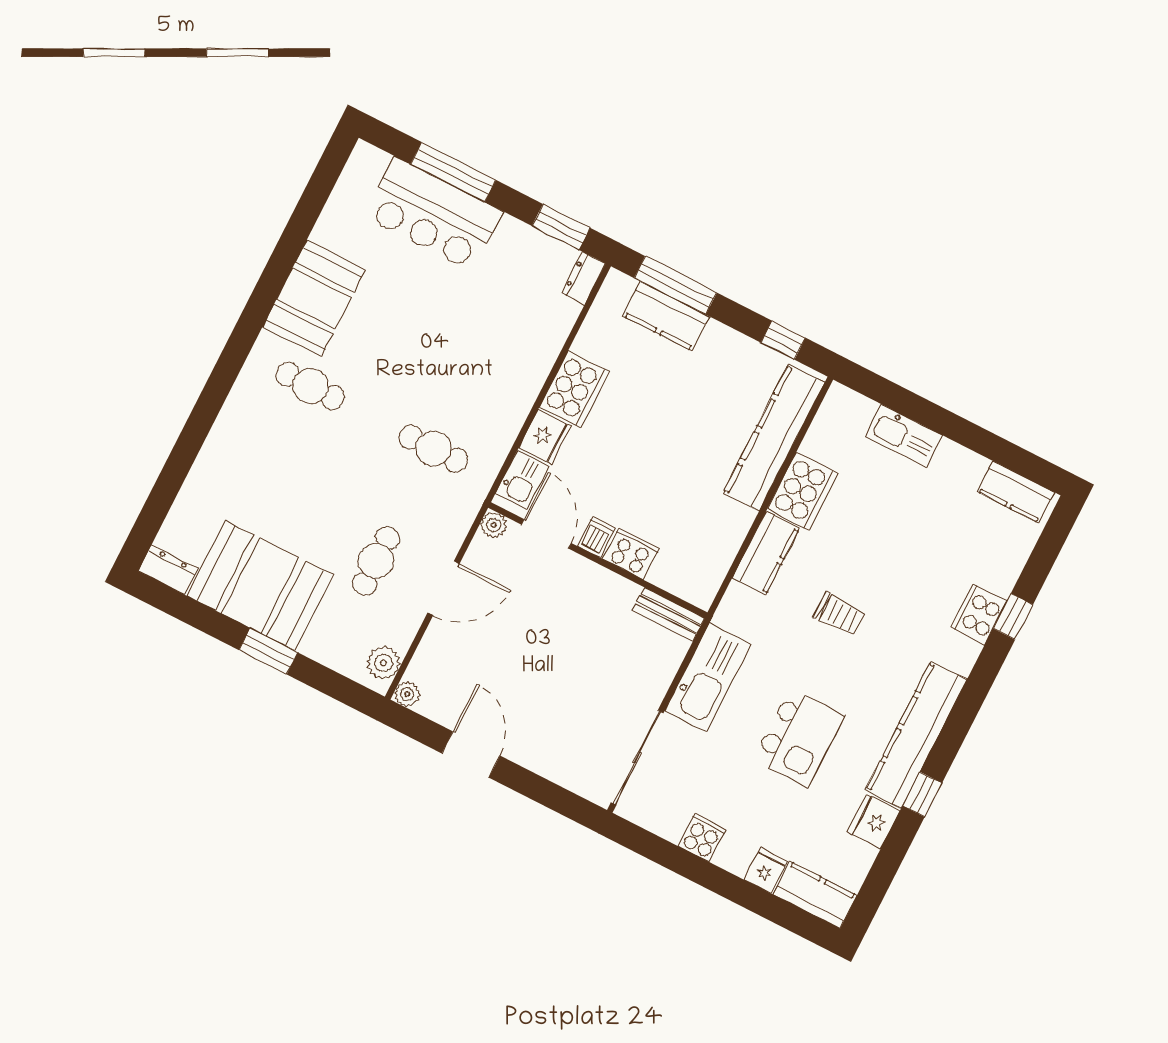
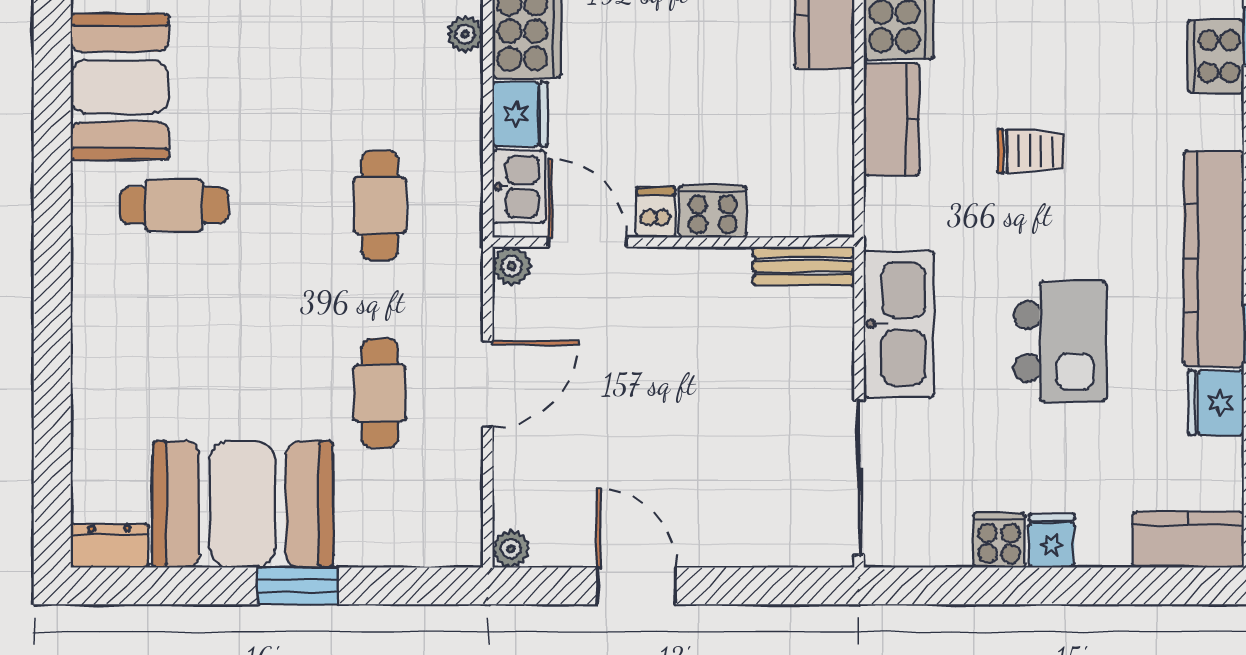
cafe table: (433, 449) -> (380, 205), turned 90
plant: (384, 663) -> (465, 34), moved, width x0.73, depth x0.73
fridge: (766, 871) -> (1052, 541), moved

